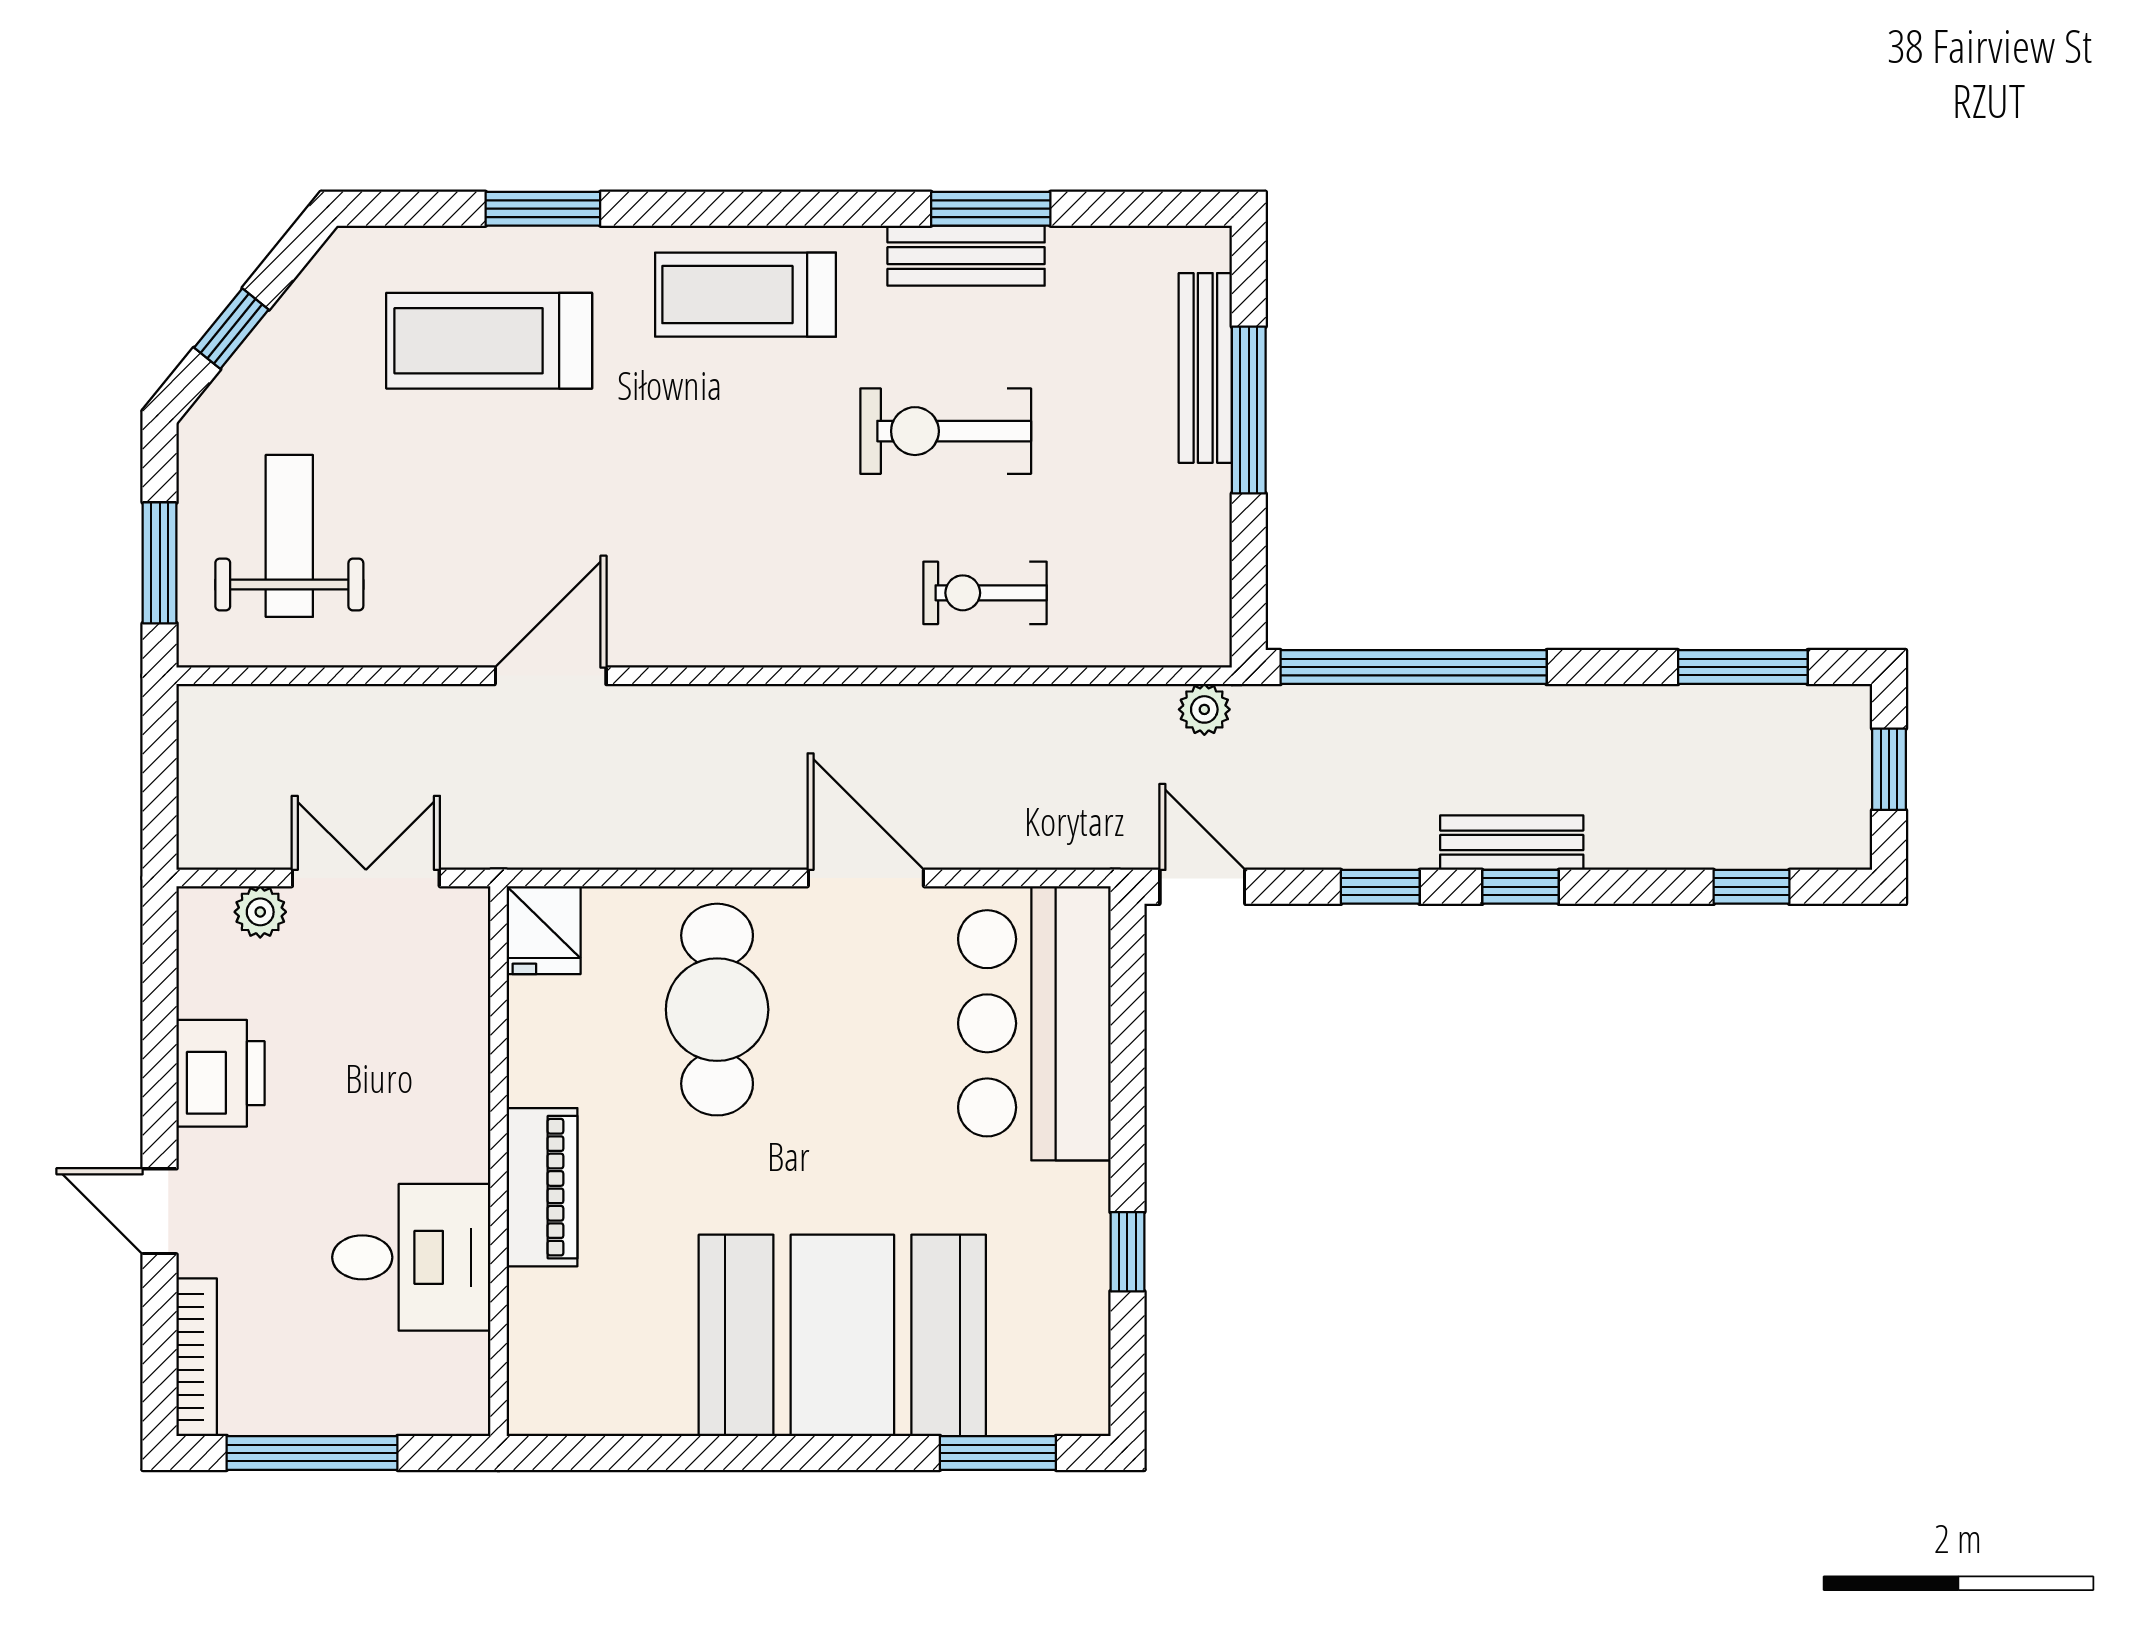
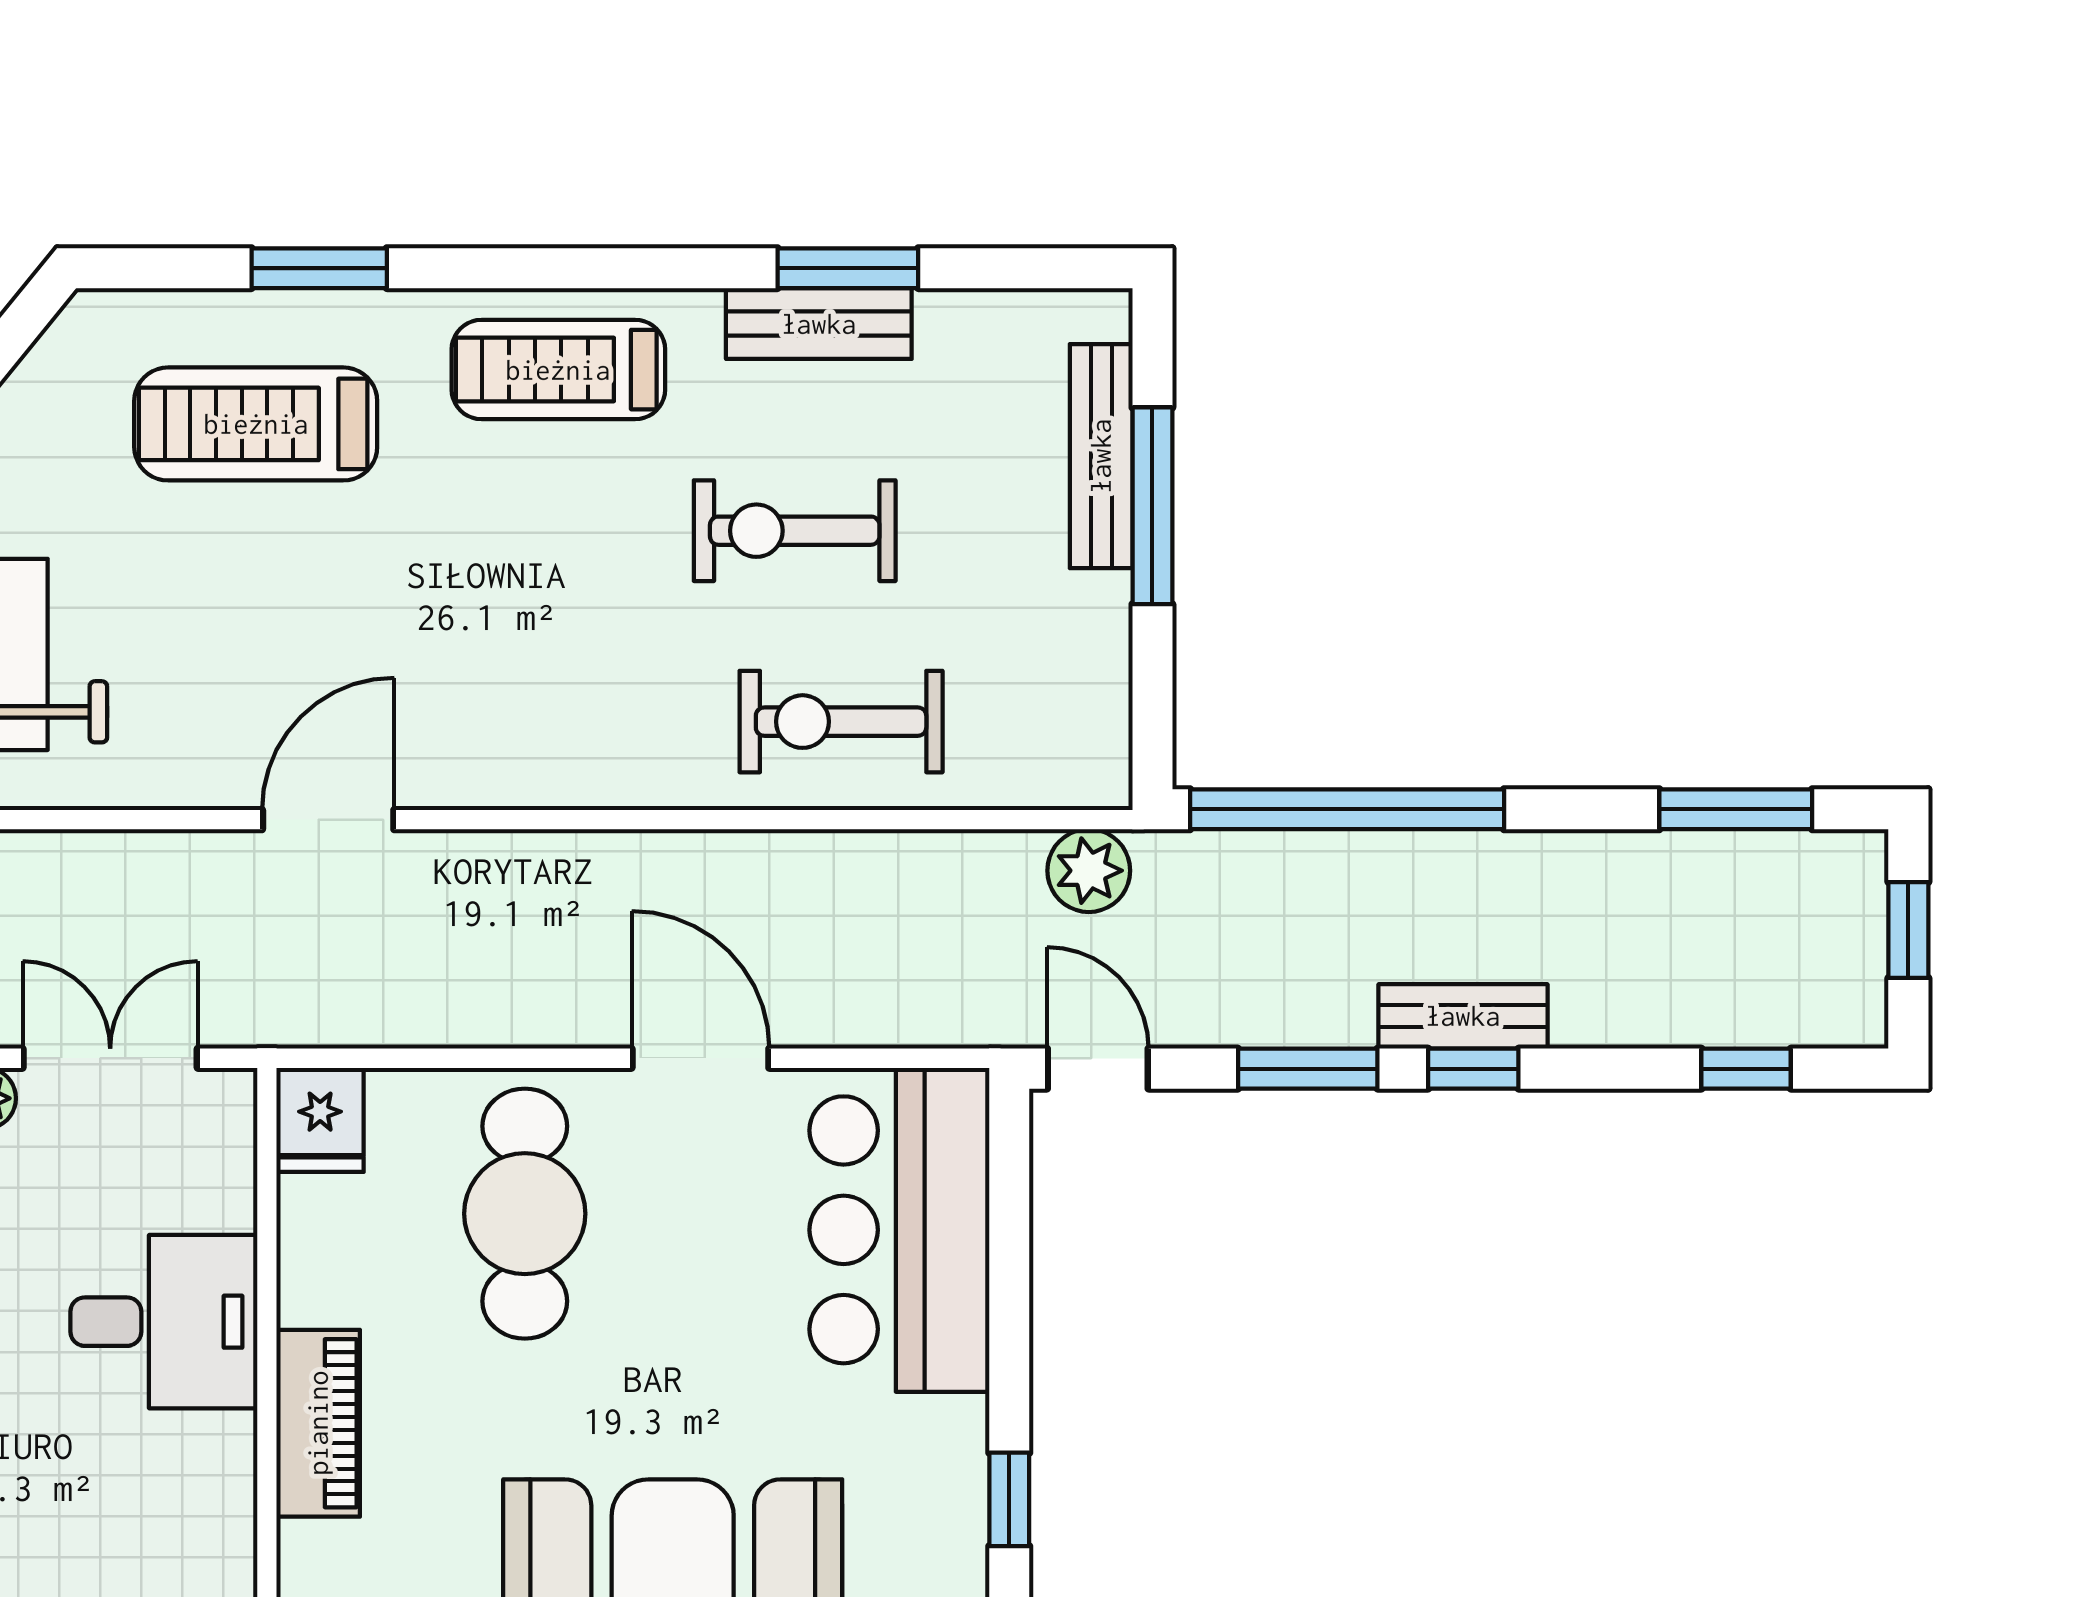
exercise bike: (985, 593) -> (841, 722), width x1.38, depth x1.39
plant: (1204, 709) -> (1089, 871), width x1.38, depth x1.38
window: (1380, 887) -> (1308, 1069), width x1.50
desk: (411, 1257) -> (164, 1322), moved

